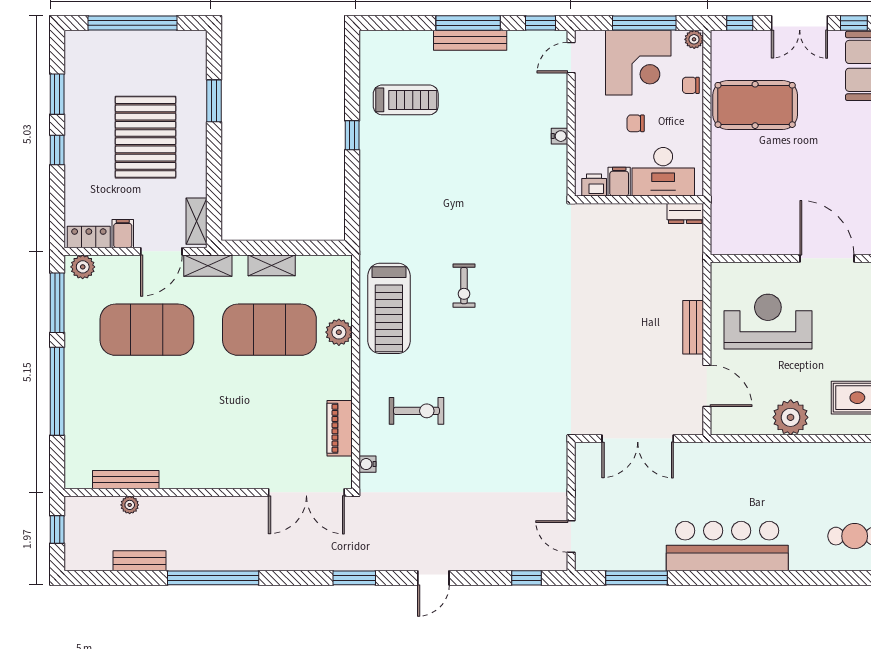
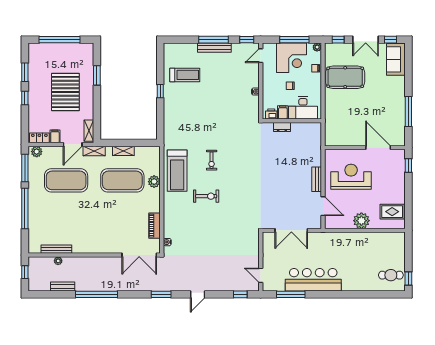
dresser: (685, 213) -> (282, 127), moved
exercise bike: (416, 411) -> (206, 196), moved
bar counter: (727, 546) -> (313, 280), moved

